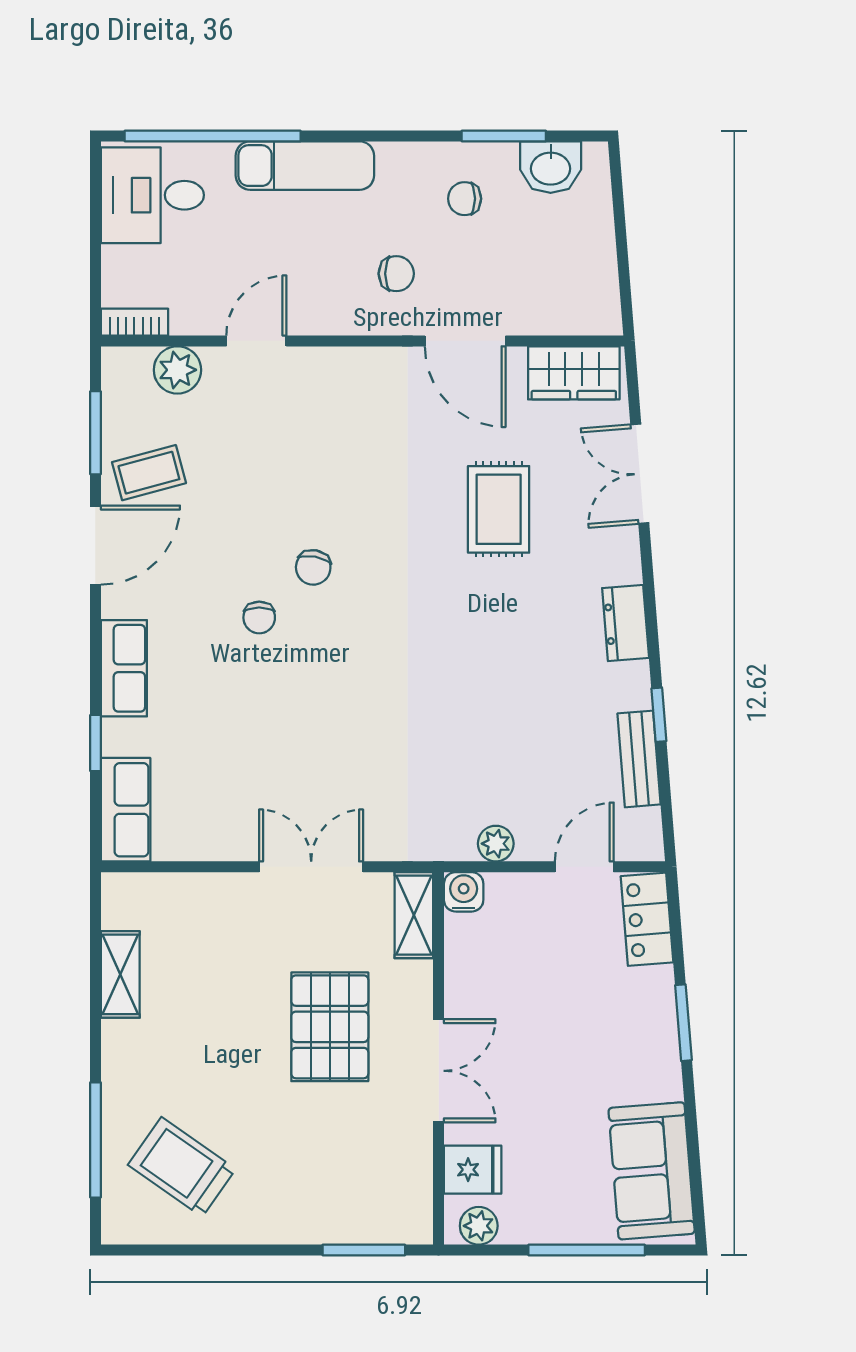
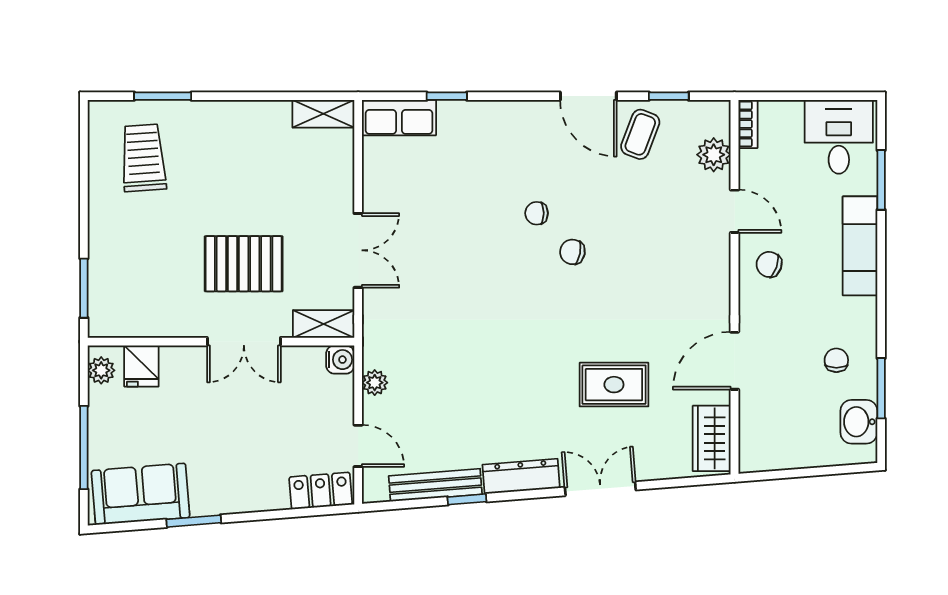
window: (213, 136) -> (881, 180), width x0.47
chair: (396, 274) -> (769, 264), moved, turned 109
window: (95, 433) -> (669, 96), width x0.67
coffee table: (149, 473) -> (640, 134), turned 36
double door: (640, 474) -> (600, 489), moved
dresser: (626, 623) -> (521, 476), width x1.44
row of seats: (124, 668) -> (500, 116), removed
bench: (639, 759) -> (435, 485), width x1.36
shelving: (120, 974) -> (323, 114), moved
window: (683, 1023) -> (194, 521), moved
double door: (439, 1071) -> (244, 342), moved
window: (95, 1140) -> (163, 96), width x0.69
trolley: (182, 1167) -> (143, 158), turned -39

